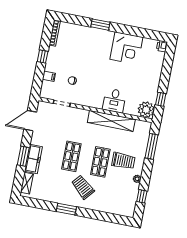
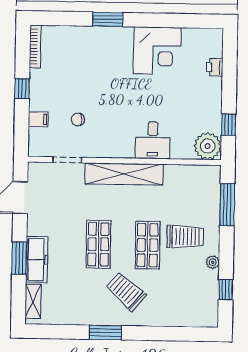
printer: (162, 46) -> (215, 67), moved
shelving: (111, 121) -> (124, 174), moved

